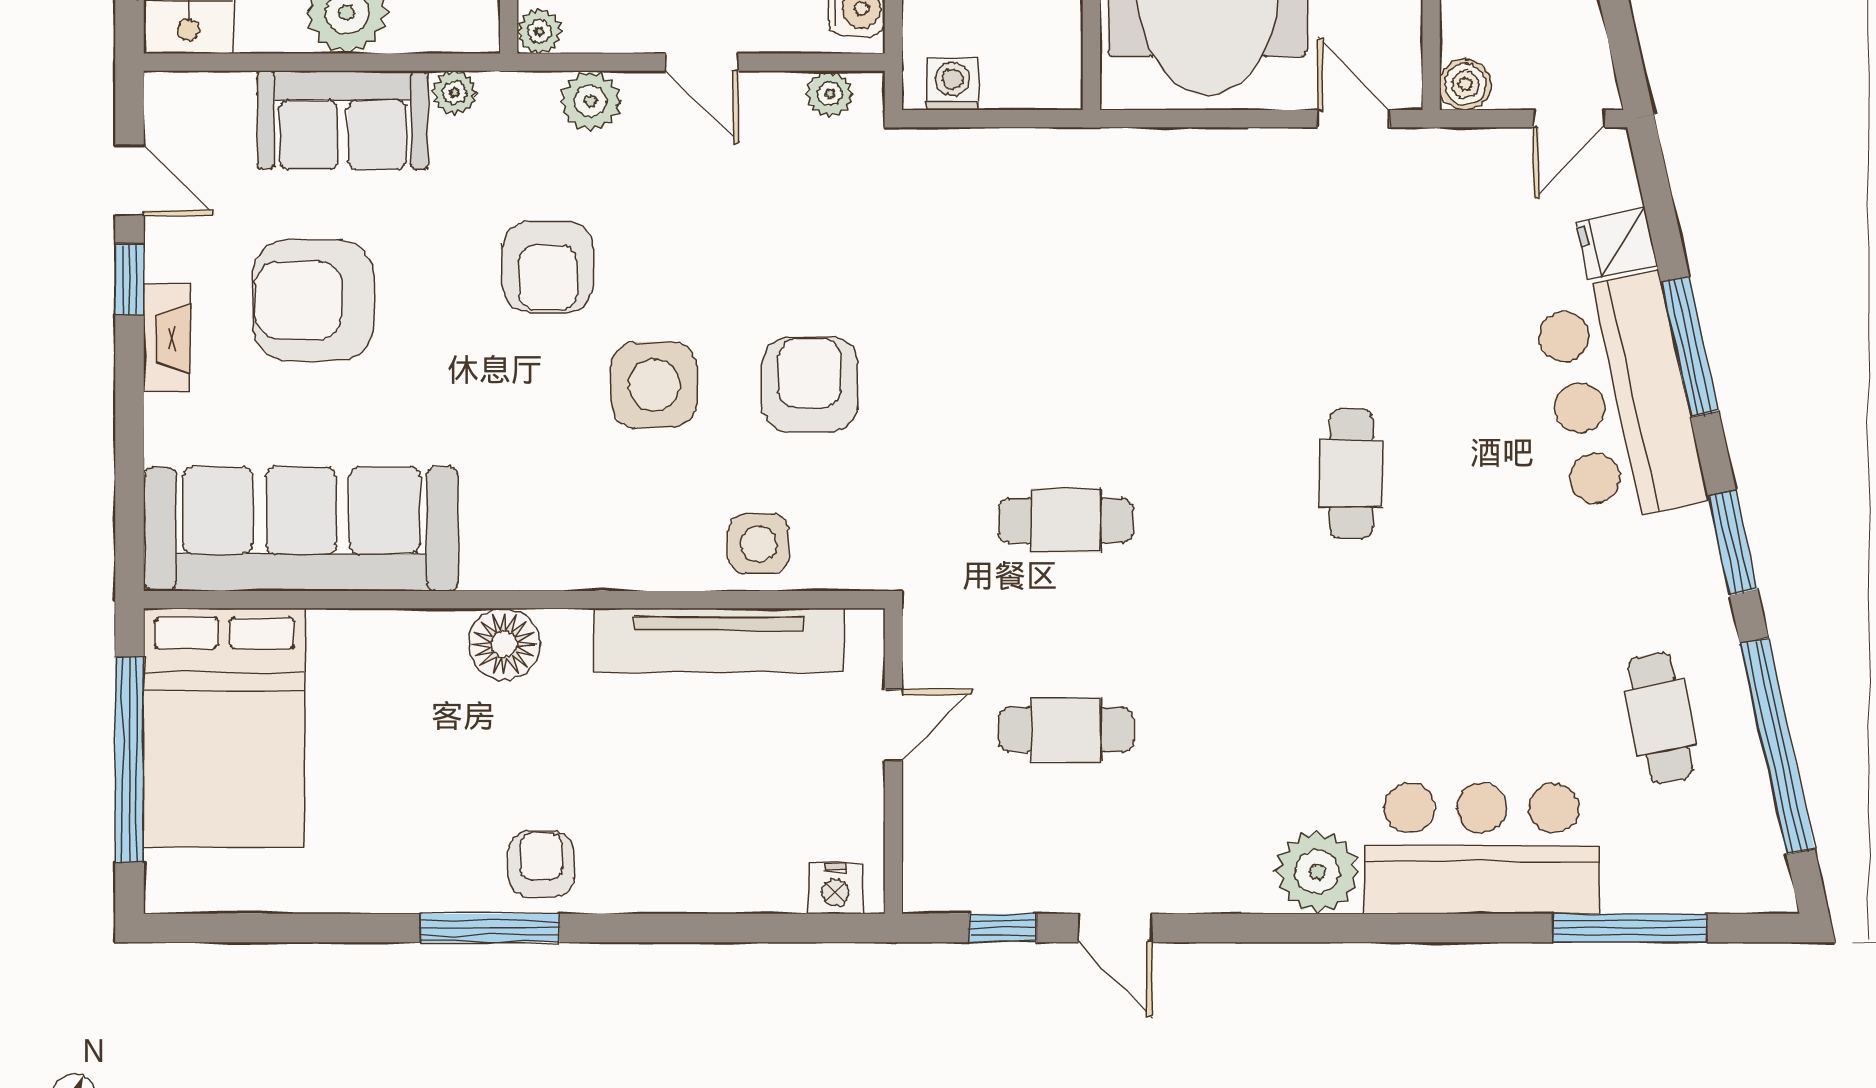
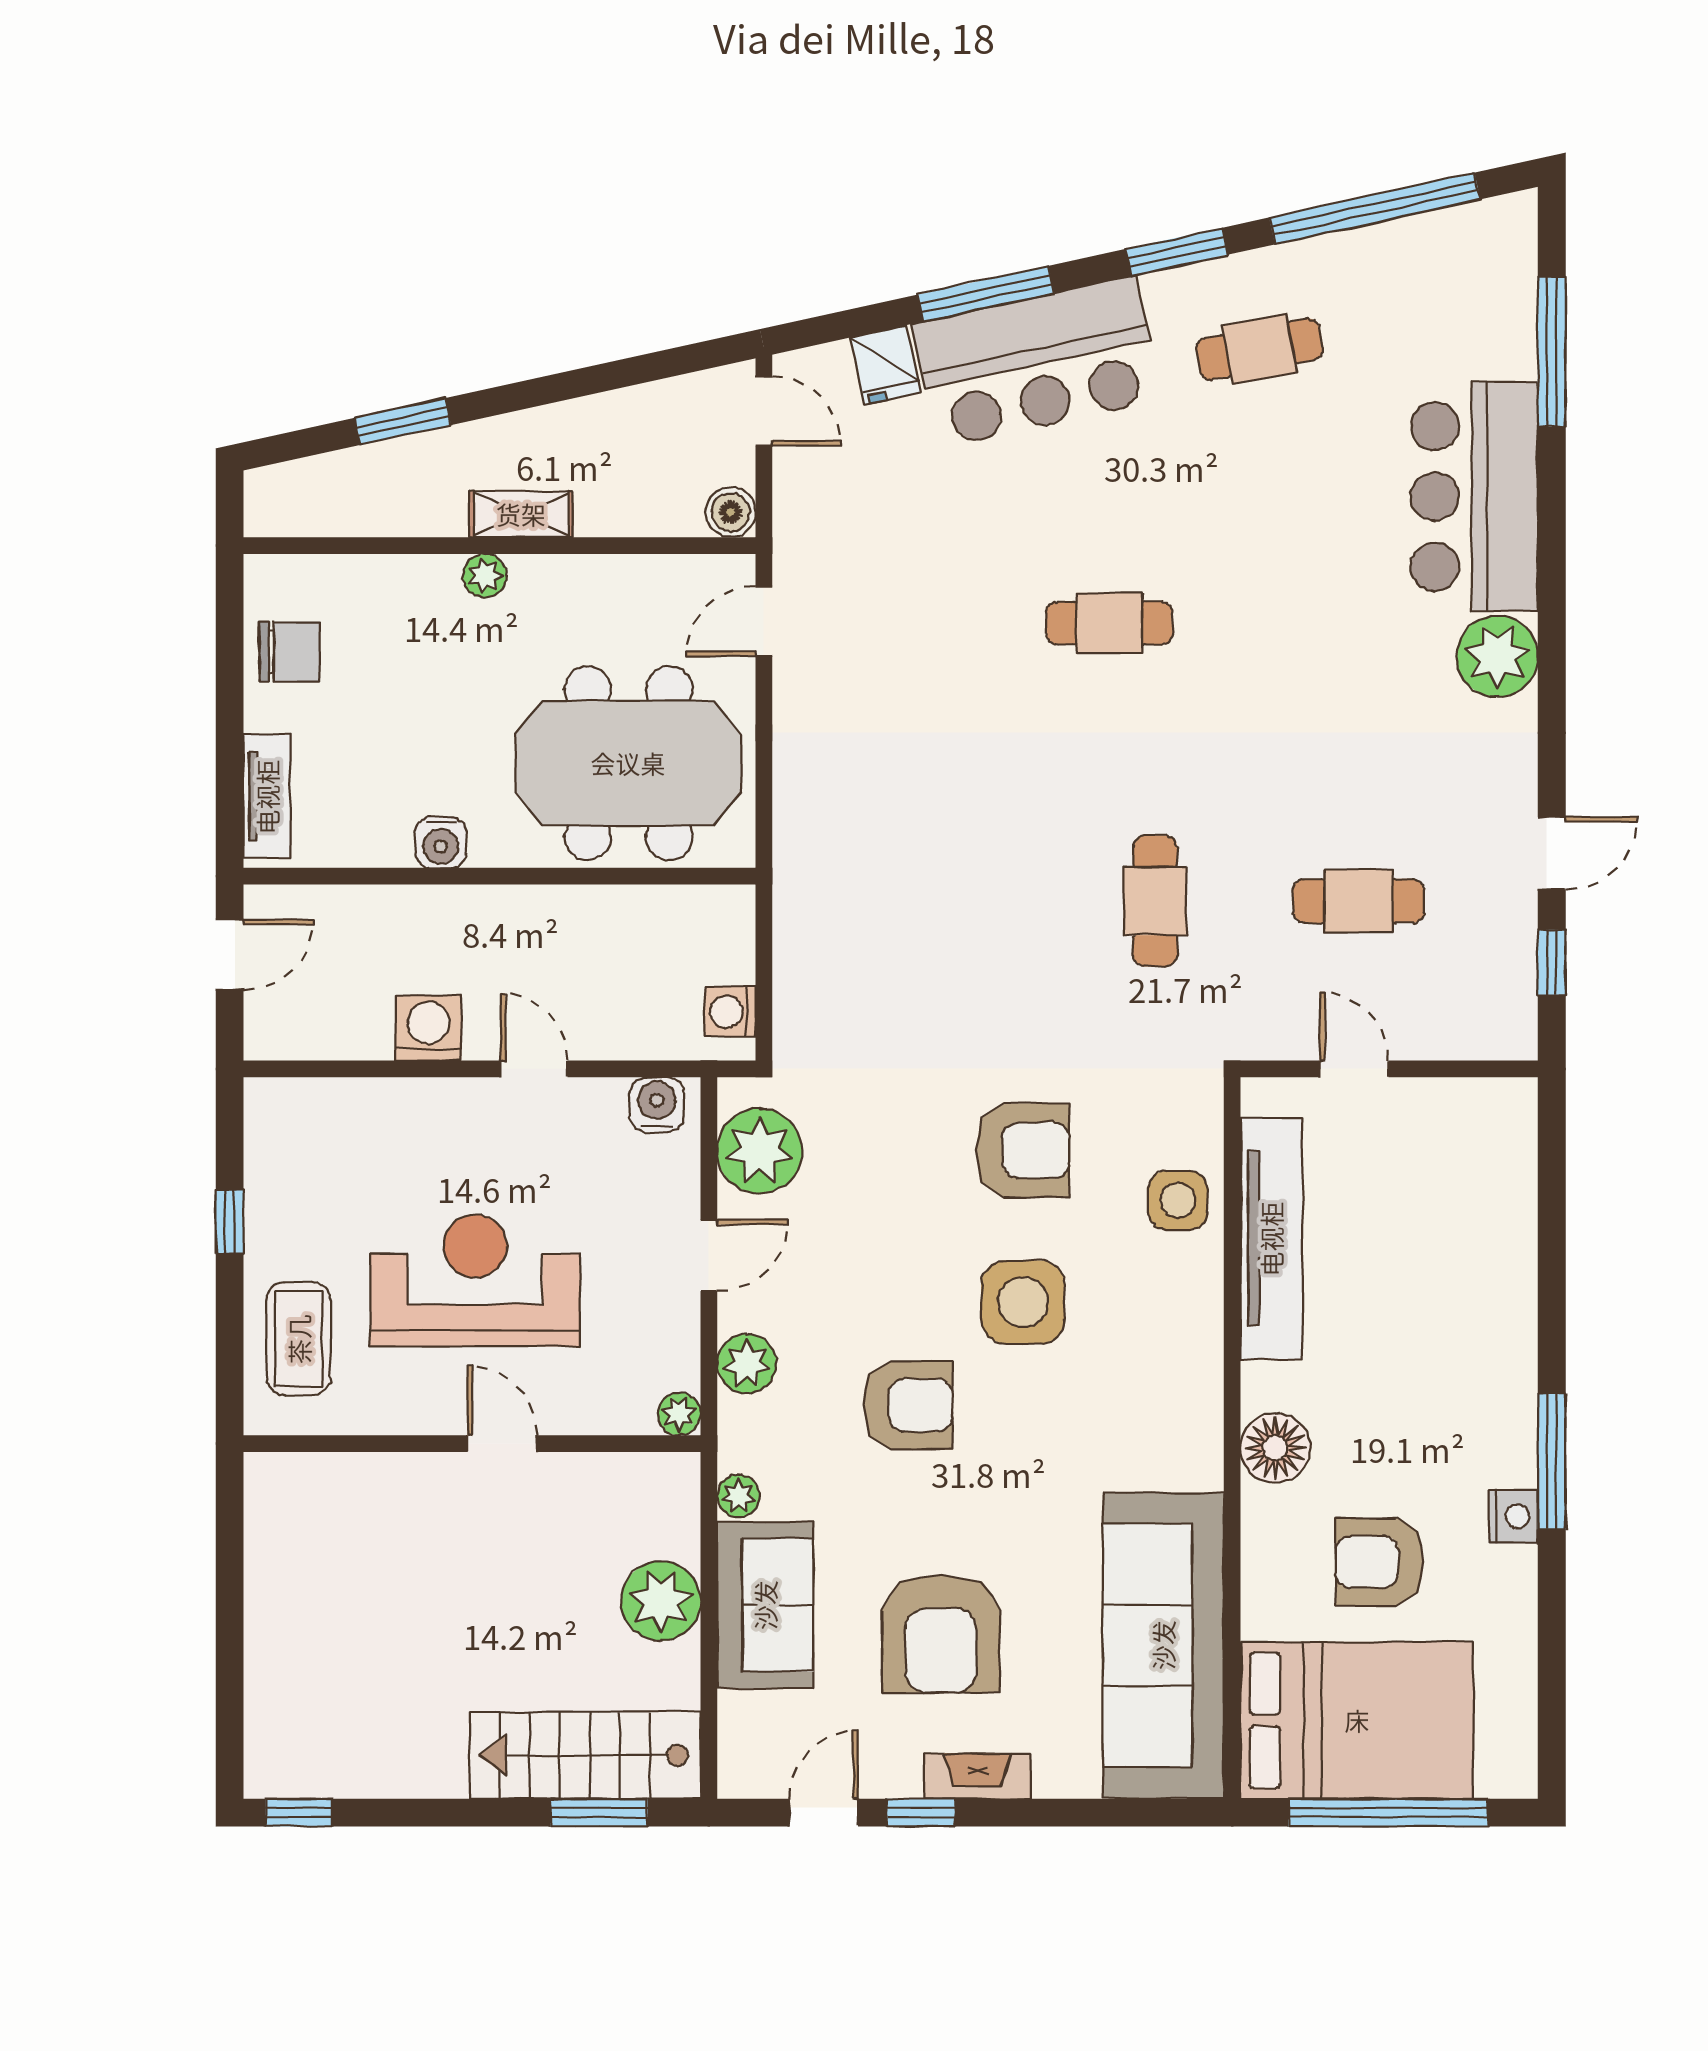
plant: (830, 94) -> (760, 1151), width x1.87, depth x1.87
armchair: (810, 384) -> (1023, 1150), turned 180
cafe table: (1661, 718) -> (1260, 349), moved
cafe table: (1066, 729) -> (1359, 901), turned 90
armchair: (541, 864) -> (1379, 1562), moved, width x1.38, depth x1.38
nightstand: (835, 888) -> (1513, 1516), moved

